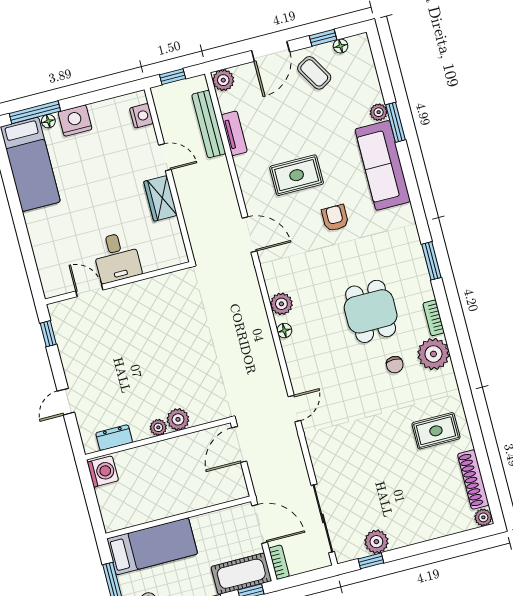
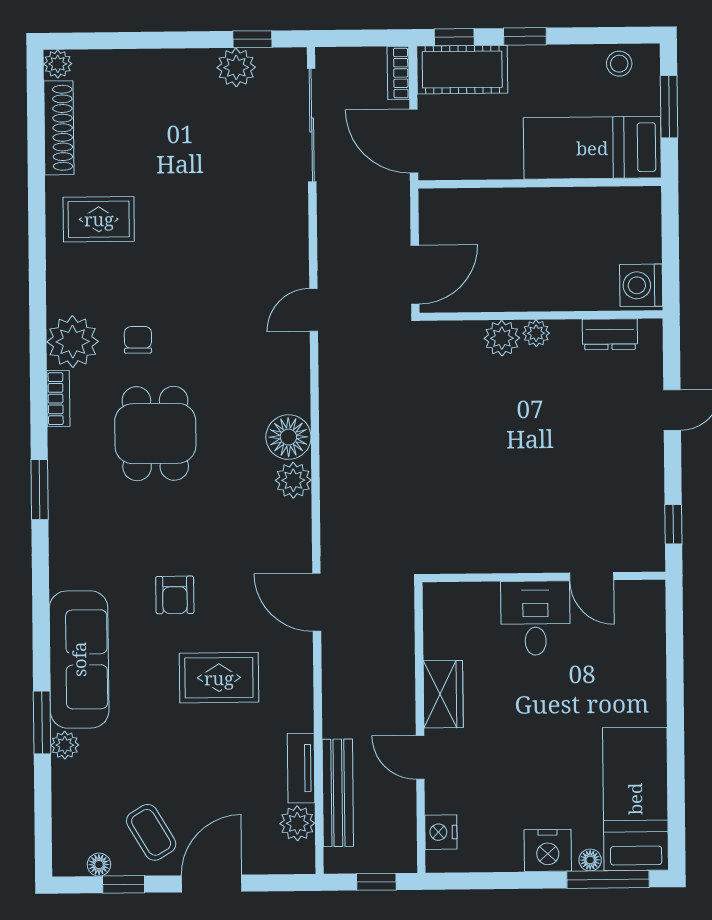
plant: (223, 80) -> (297, 823), moved
floor lamp: (284, 331) -> (288, 437), width x1.89, depth x1.89

